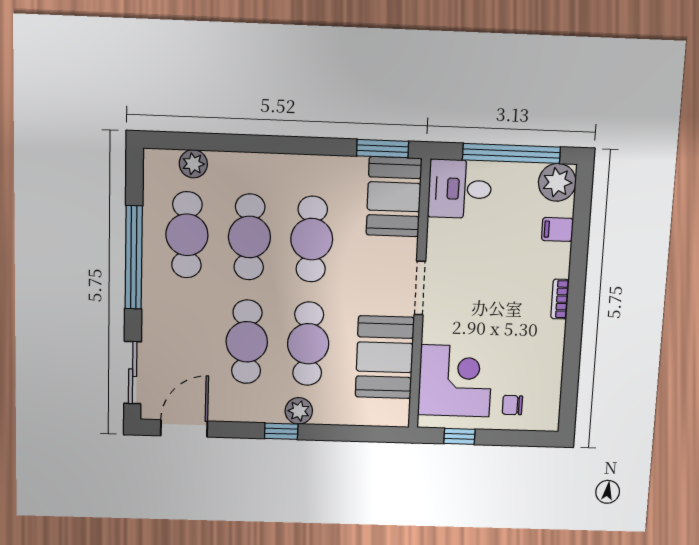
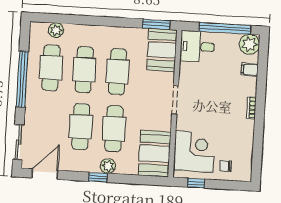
booth: (385, 357) -> (155, 154), moved

